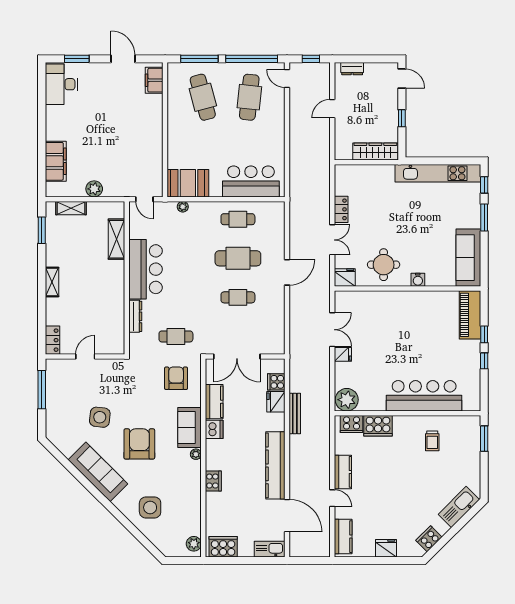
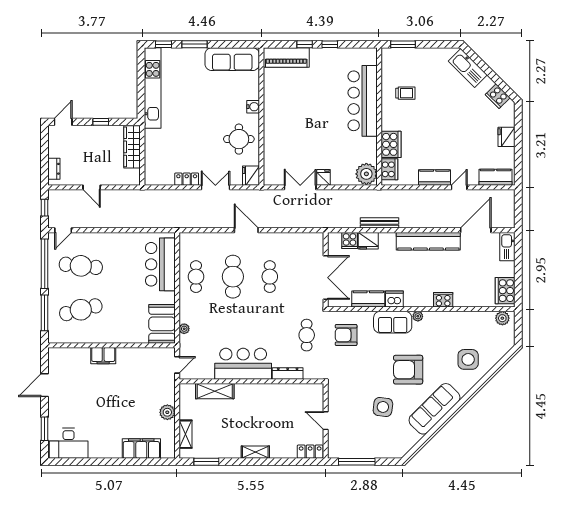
filing cabinet: (154, 80) -> (103, 356), moved

